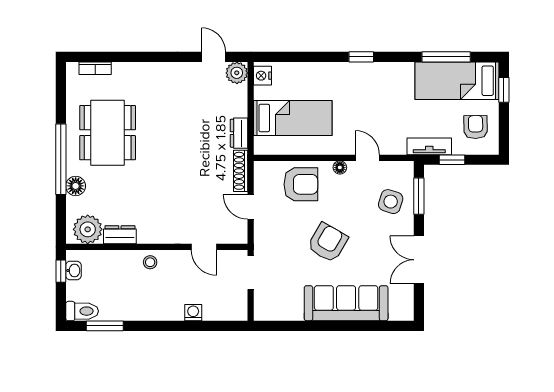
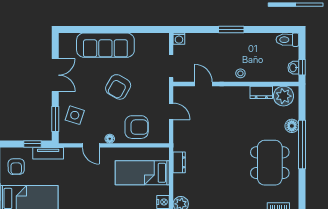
shoe rack: (241, 171) -> (178, 136), removed
armchair: (301, 184) -> (137, 127), turned 180
washing machine: (193, 313) -> (179, 39), moved
window: (105, 326) -> (231, 29), moved

